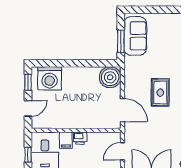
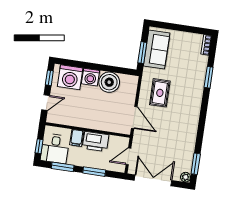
washing machine: (71, 75) -> (91, 77), added
boiler: (110, 77) -> (109, 82), moved
rug: (160, 93) -> (160, 93), moved
printer: (80, 138) -> (96, 142), width x1.87, depth x1.48

